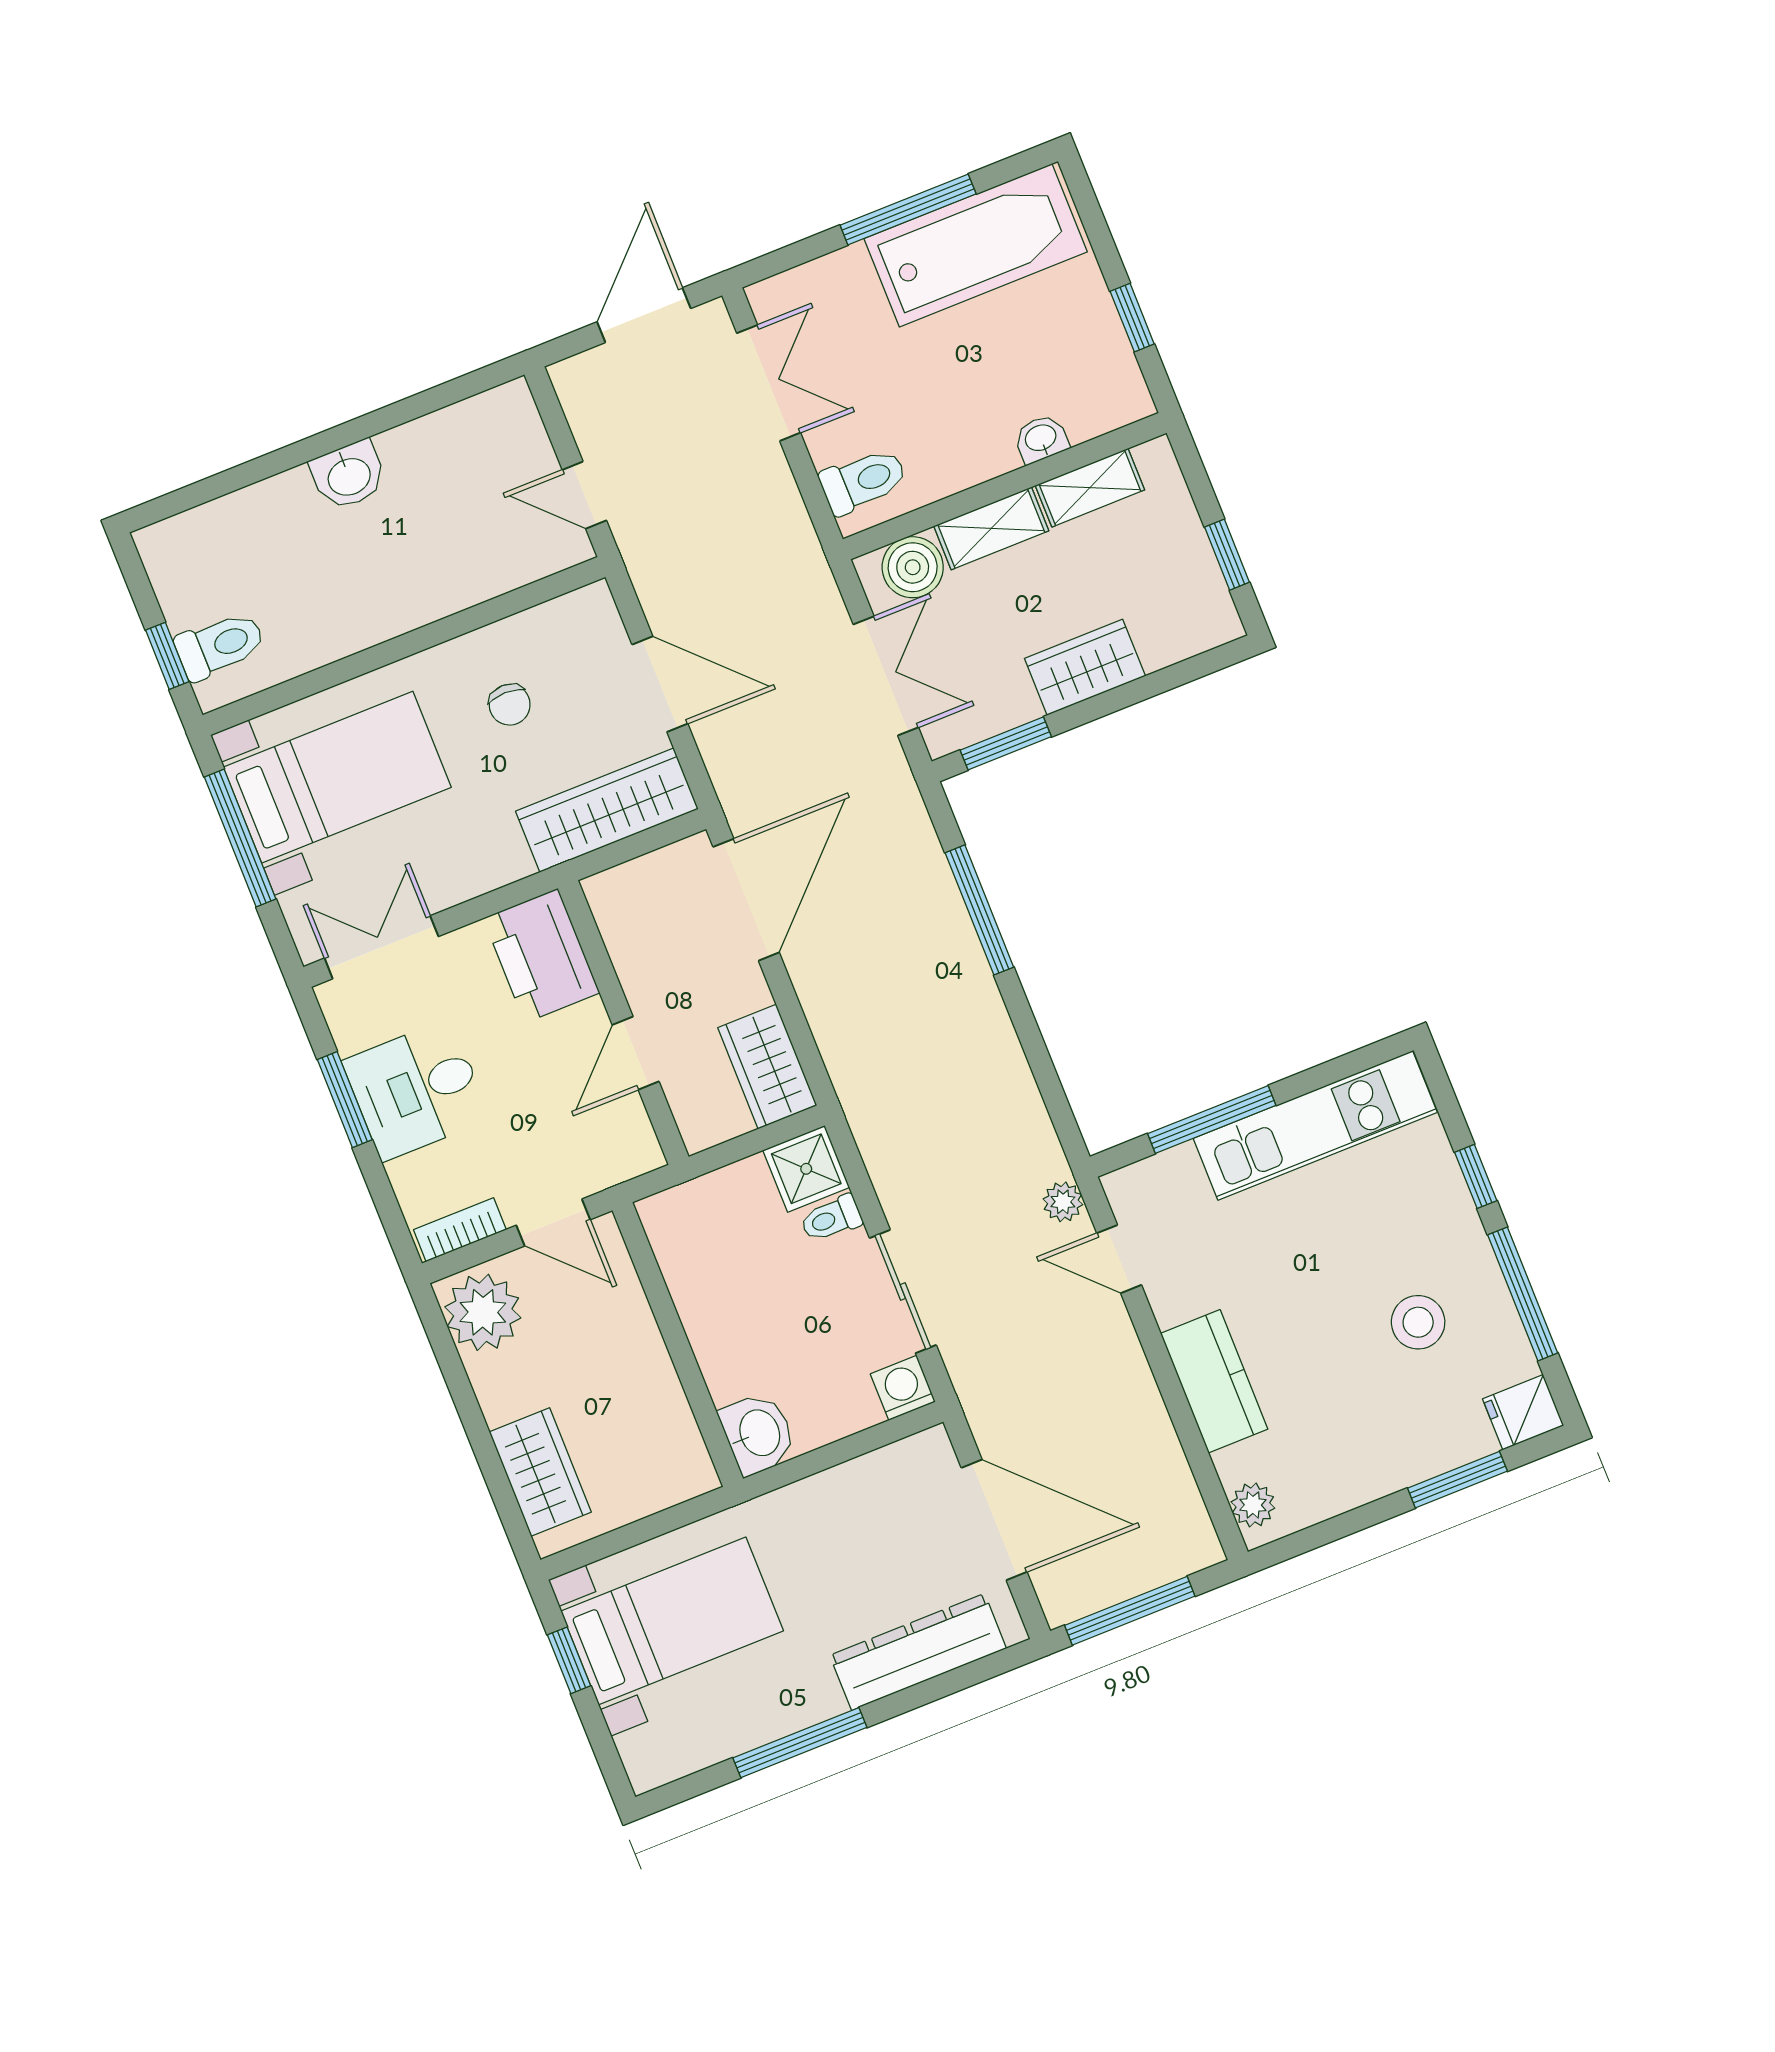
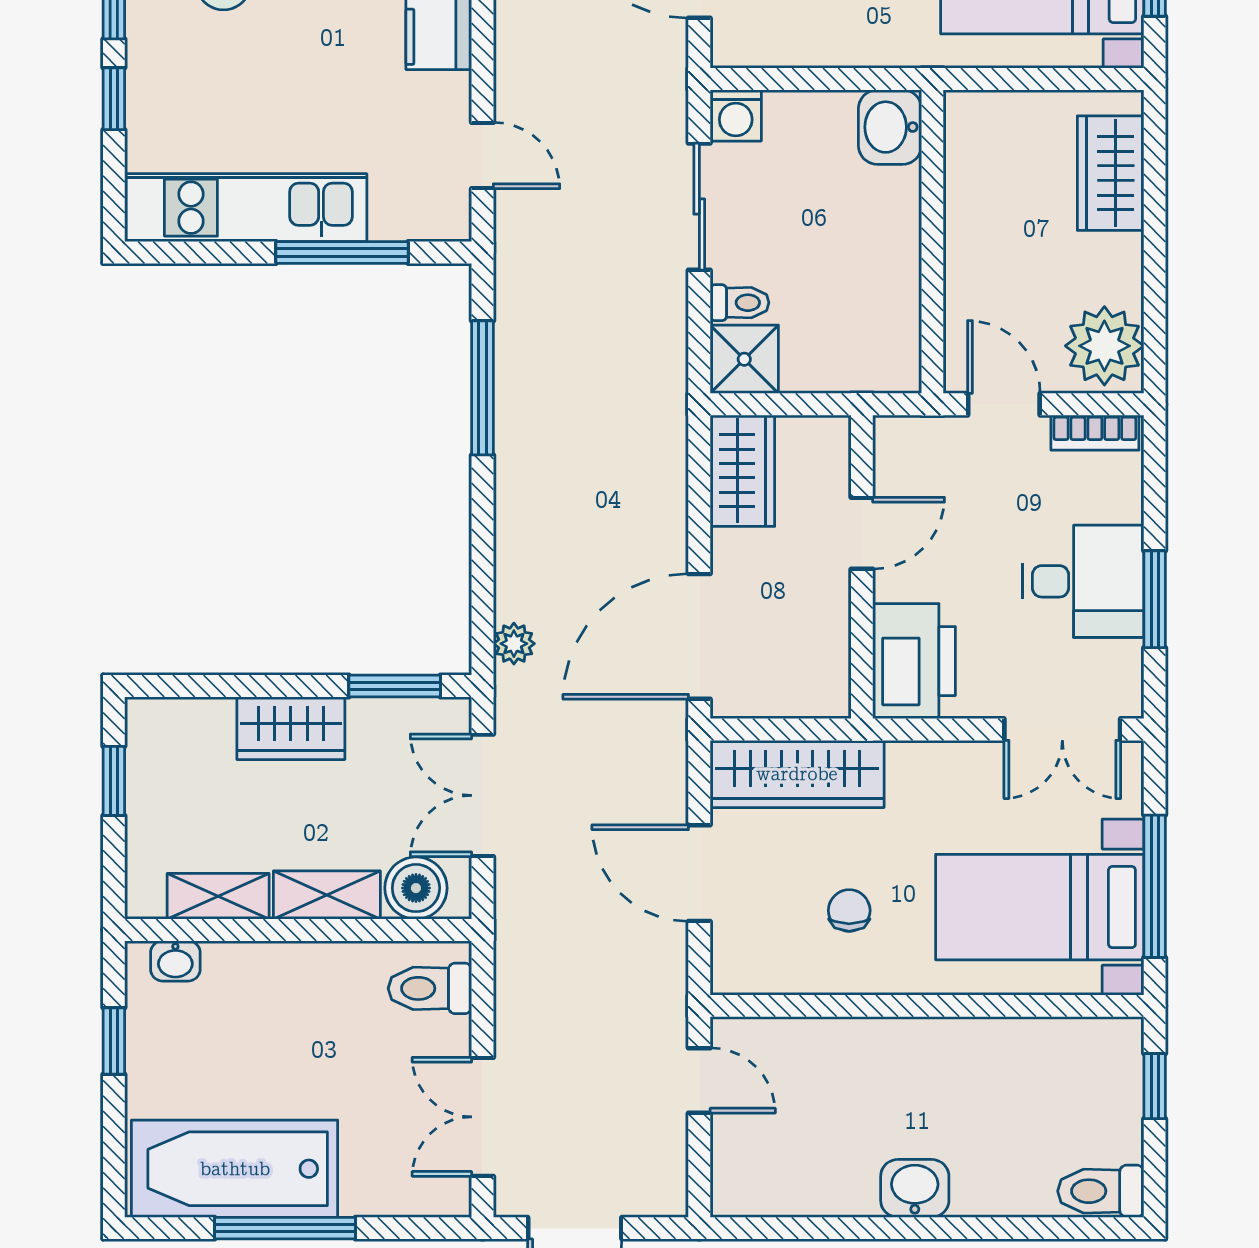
washbasin: (1041, 439) -> (175, 961), moved
toilet: (220, 645) -> (1101, 1191), moved
window: (979, 910) -> (482, 388), moved
plant: (1063, 1202) -> (514, 644), moved

